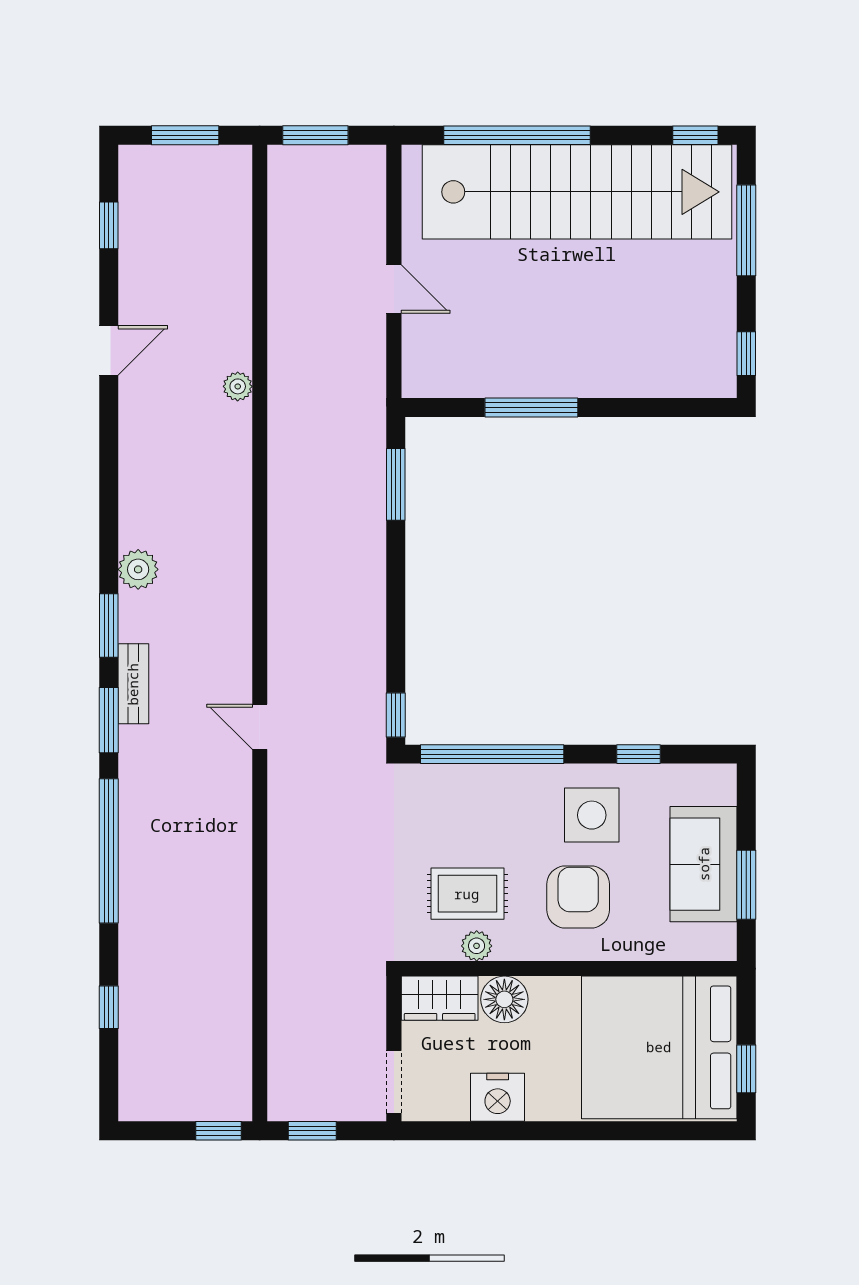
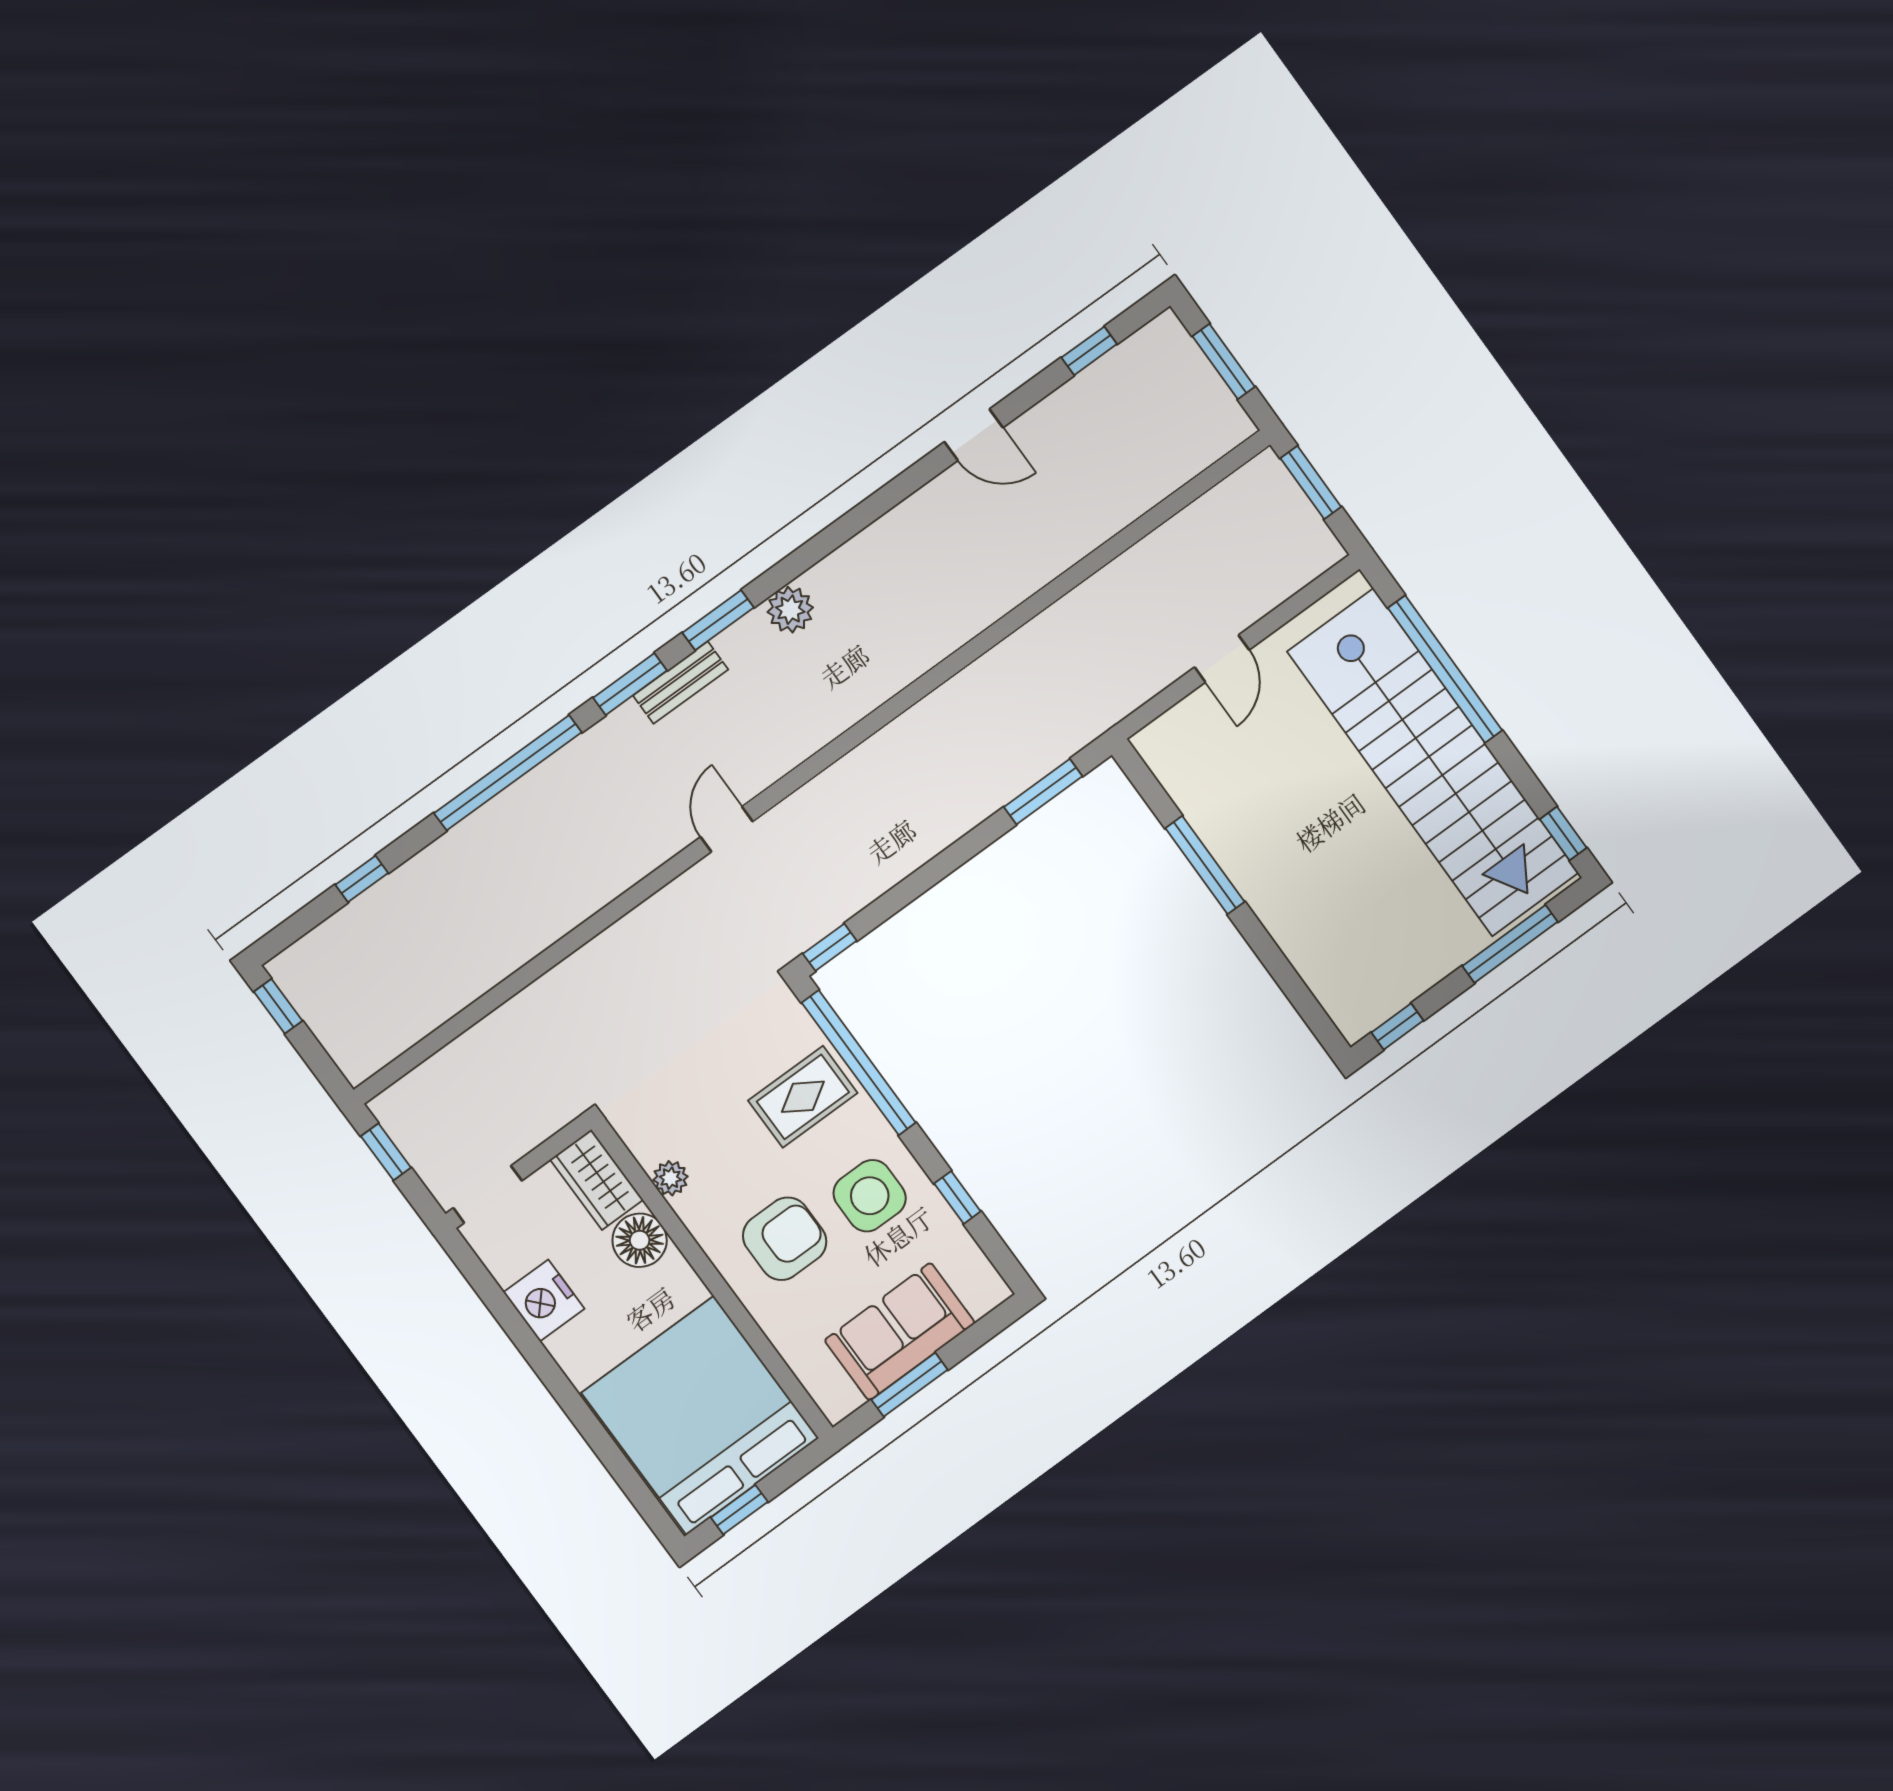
plant: (238, 386) -> (1027, 579), removed
rug: (467, 894) -> (803, 1097), moved, turned 90
window: (218, 1131) -> (278, 1006), moved

